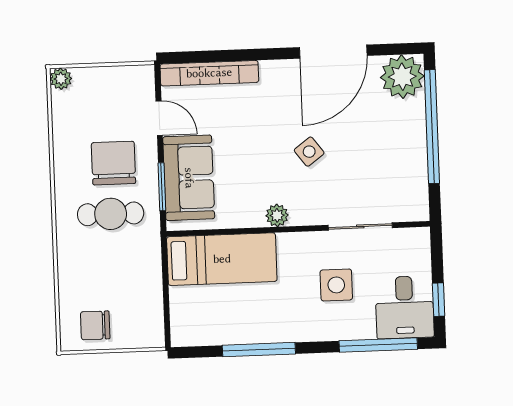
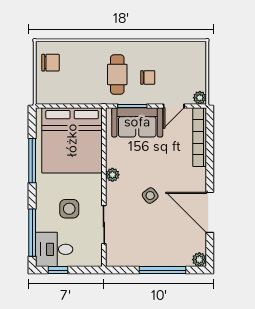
plant: (402, 77) -> (199, 260), width x0.53, depth x0.53
plant: (61, 79) -> (200, 98), moved
window: (432, 127) -> (162, 270), width x0.68
chair: (113, 163) -> (148, 77), width x0.54, depth x0.54
bed: (222, 259) -> (72, 140), width x2.04
chair: (95, 325) -> (50, 63), turned 90

